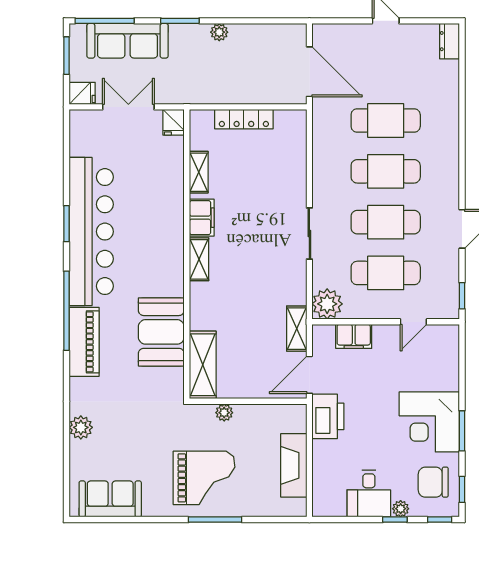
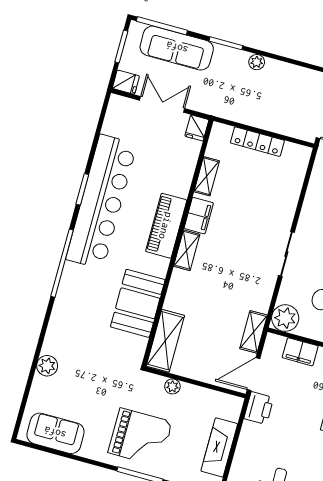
piano: (84, 342) -> (166, 226), moved, turned 180
printer: (328, 416) -> (259, 408), width x0.73, depth x0.84

